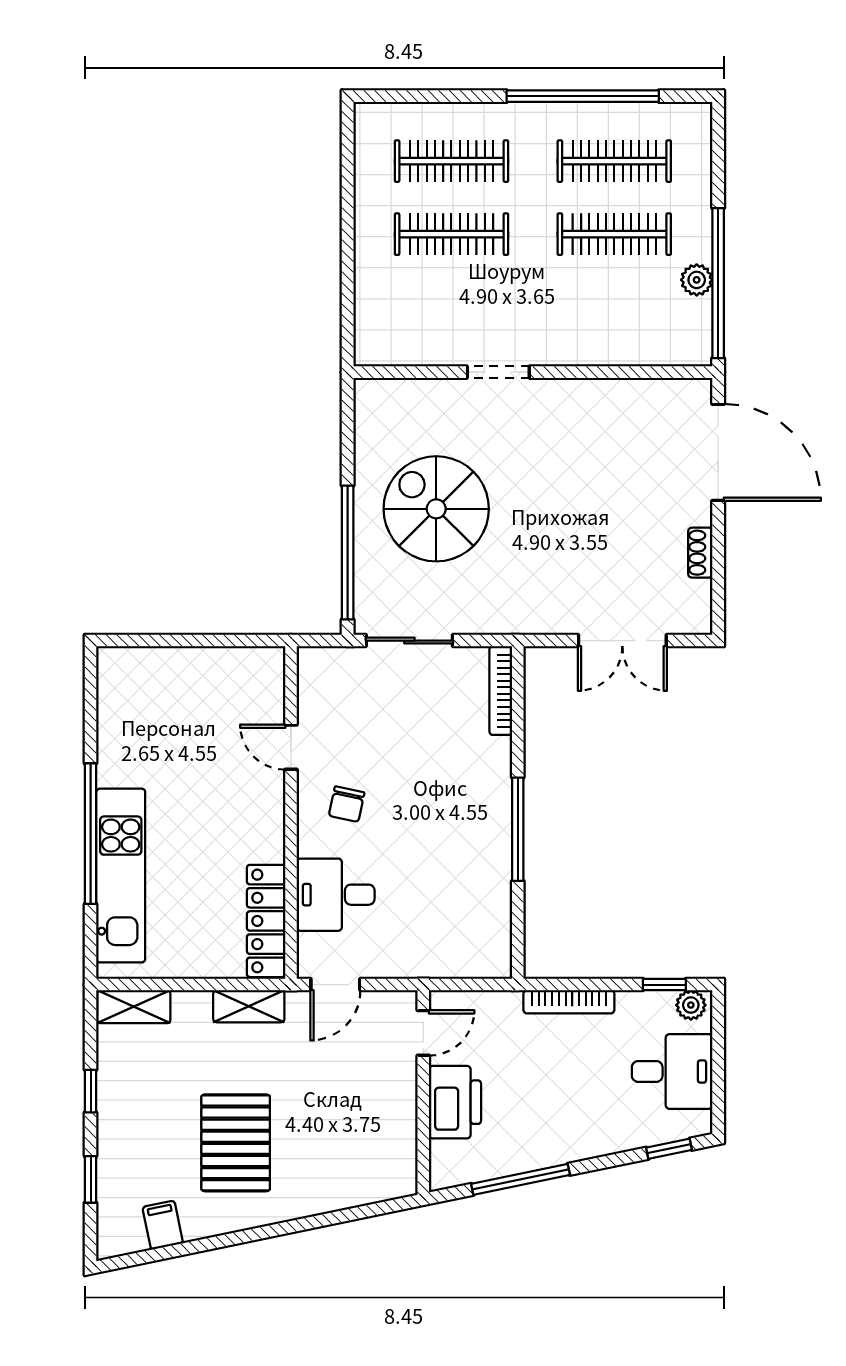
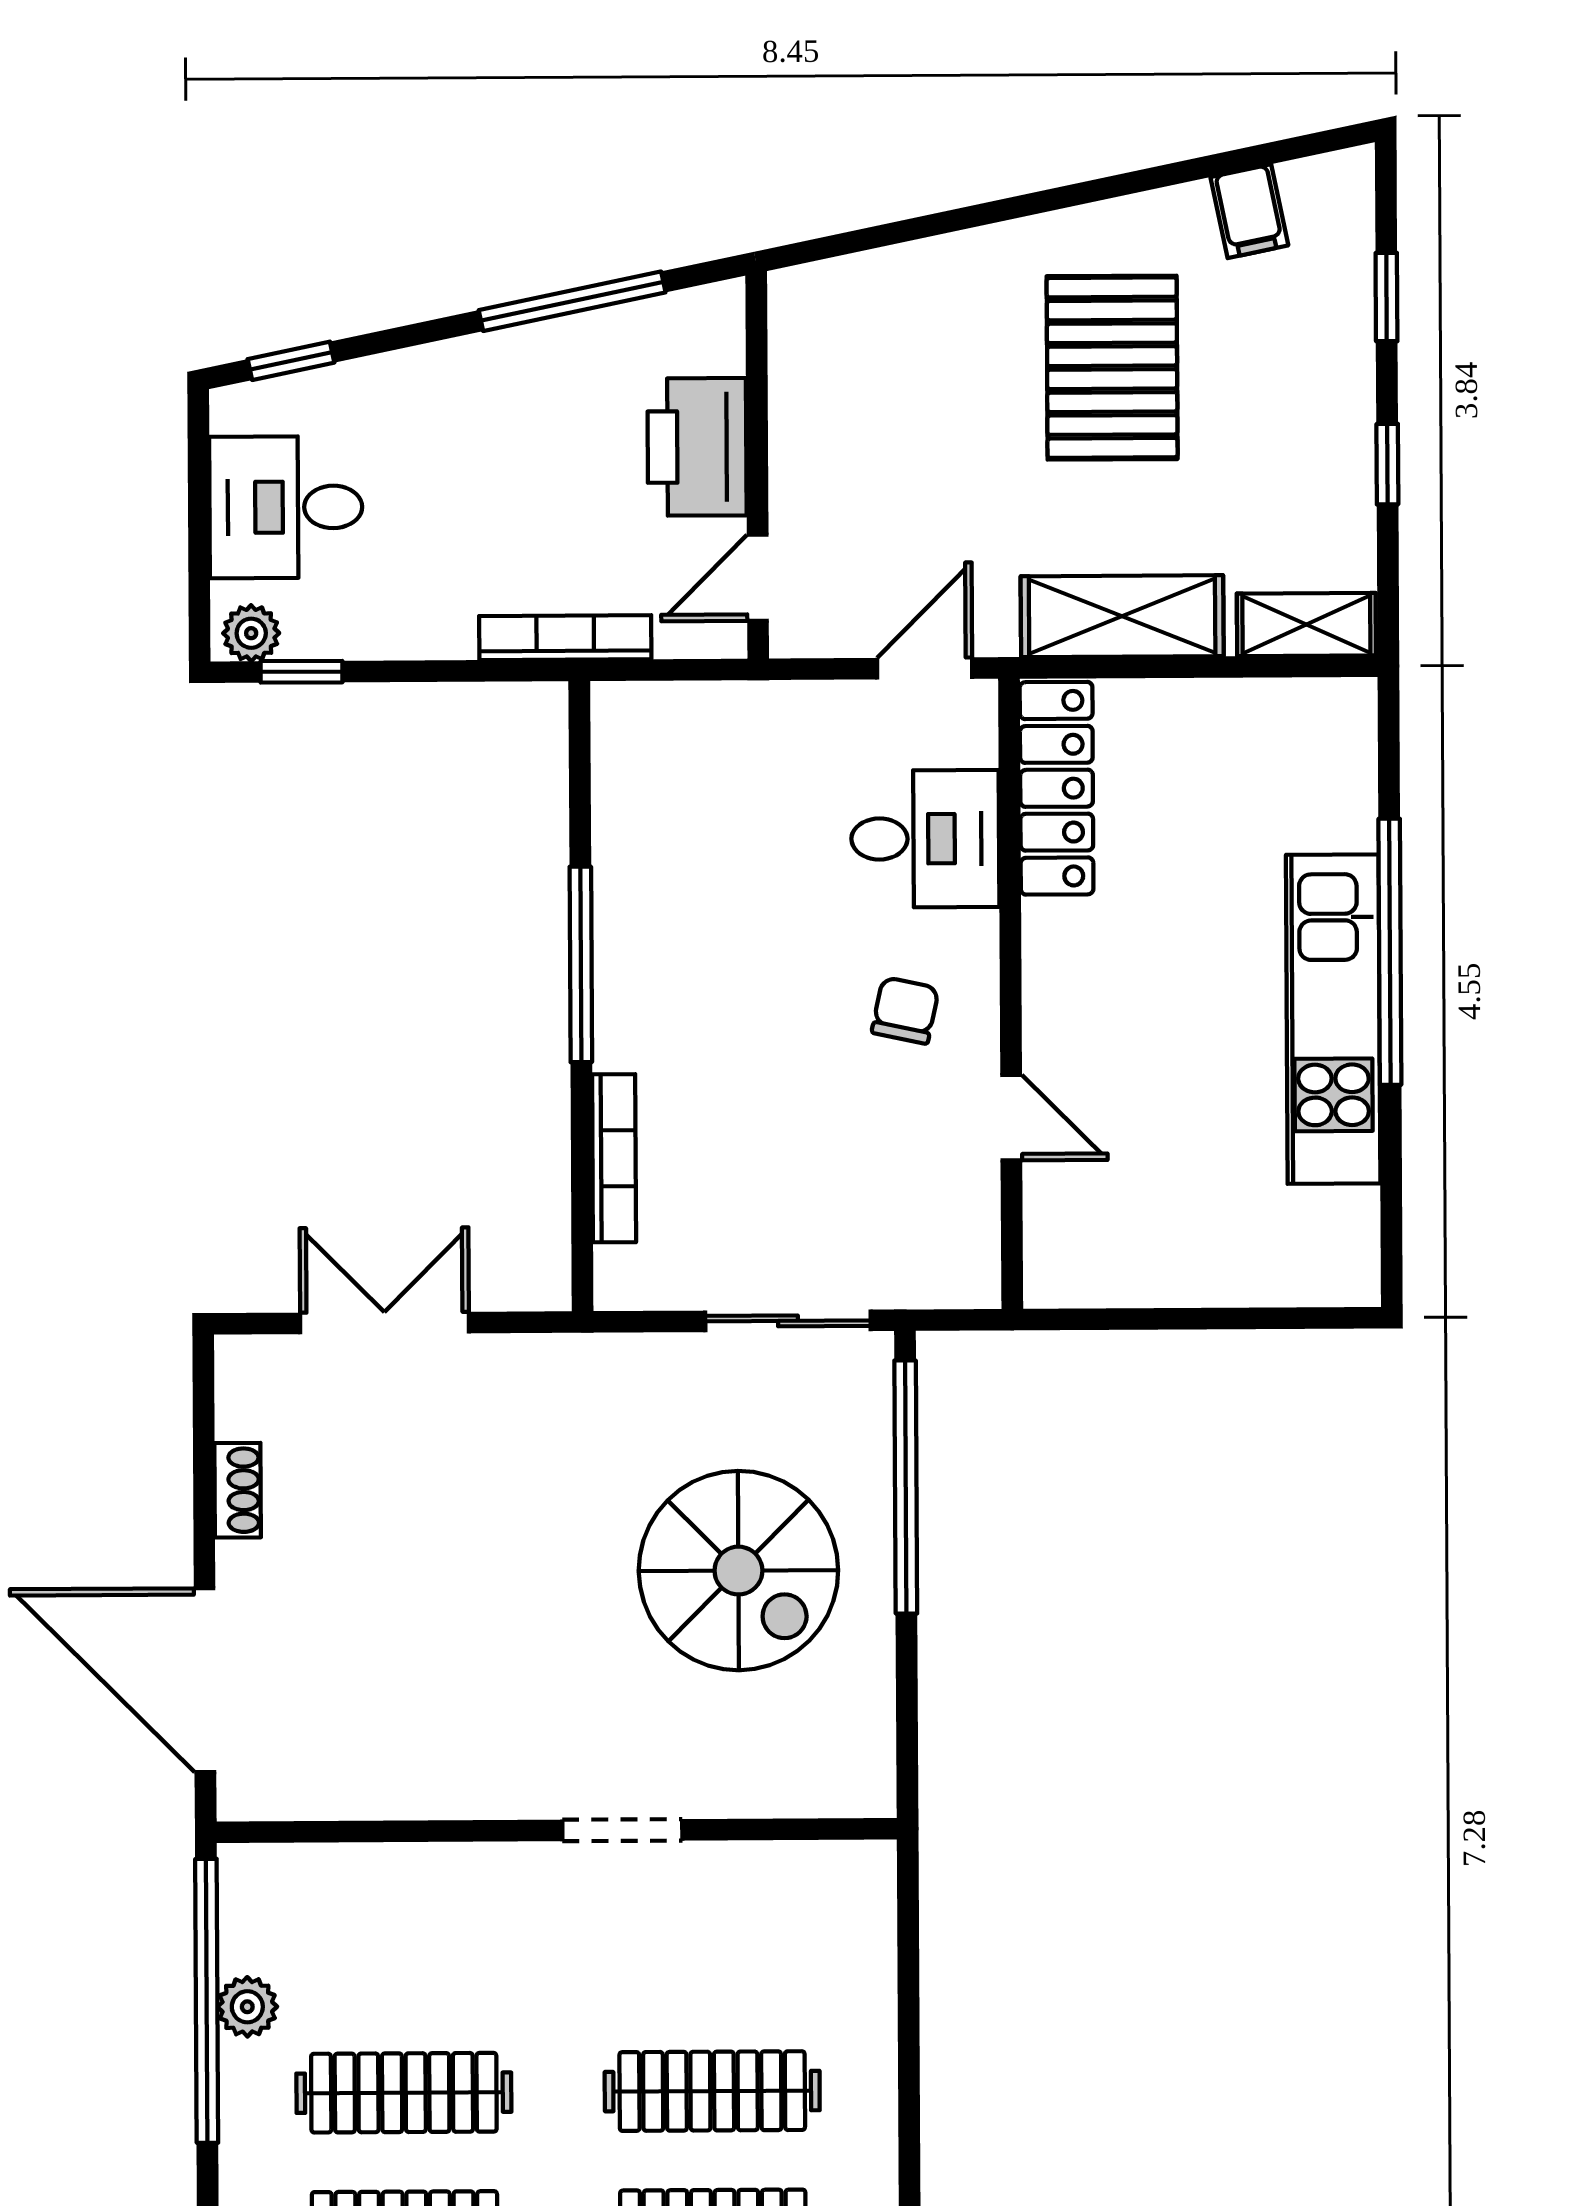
bookcase: (501, 691) -> (614, 1158), moved
kitchen unit: (121, 876) -> (1333, 1019), moved
bookcase: (569, 1002) -> (565, 638), moved
shelving: (249, 1006) -> (1122, 616), width x1.50, depth x1.33

